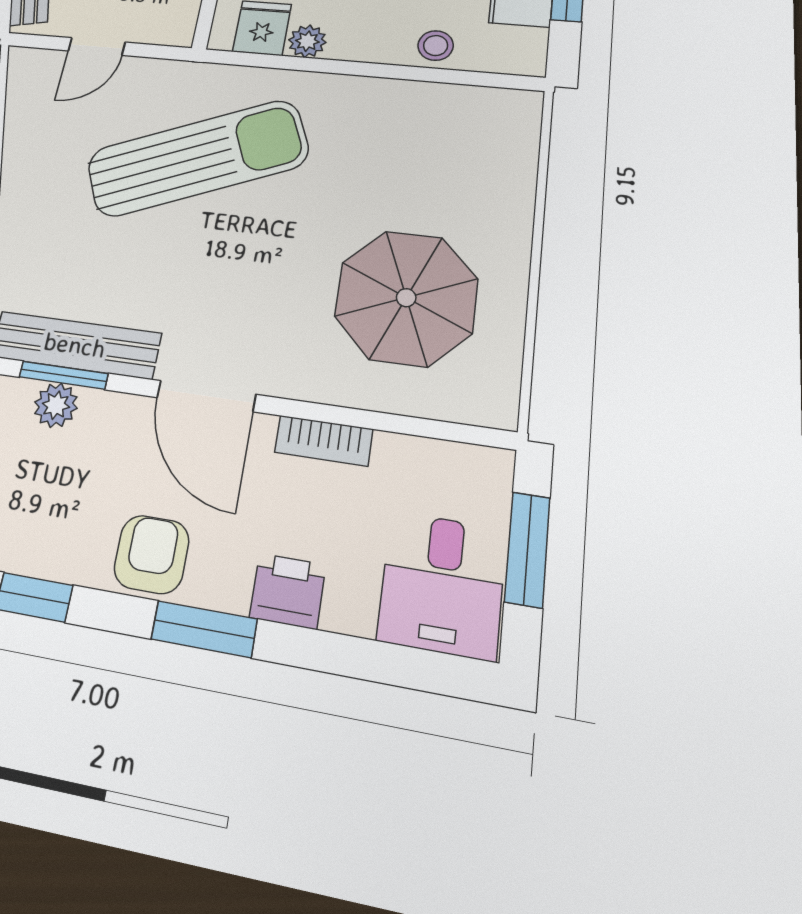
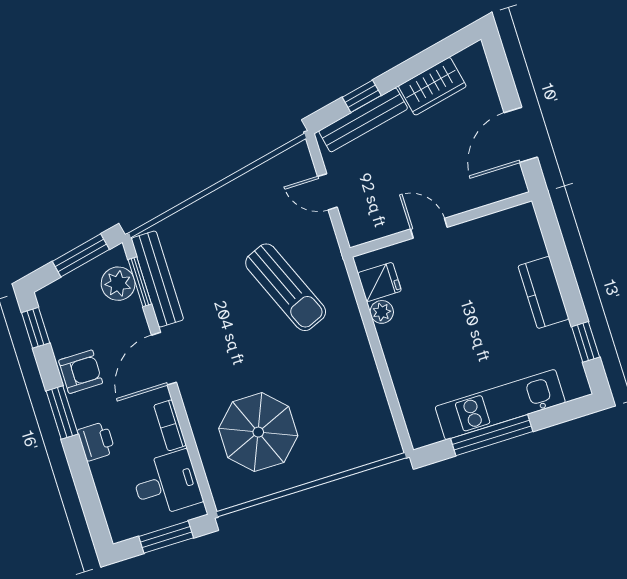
stool: (436, 46) -> (409, 384), removed
sun lounger: (198, 158) -> (286, 287), width x0.73, depth x0.75
plant: (56, 405) -> (118, 284), width x1.38, depth x1.38
desk: (442, 585) -> (167, 484), moved, turned 180

